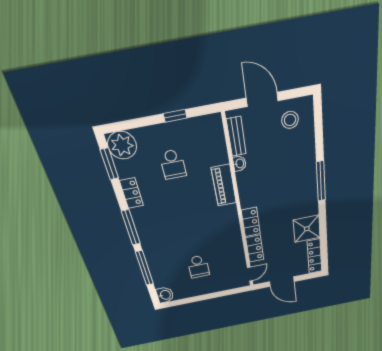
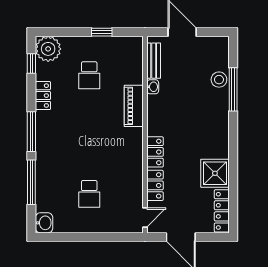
stool: (290, 120) -> (219, 80), moved
window: (109, 164) -> (31, 63), width x0.67
window: (321, 181) -> (233, 89), moved

